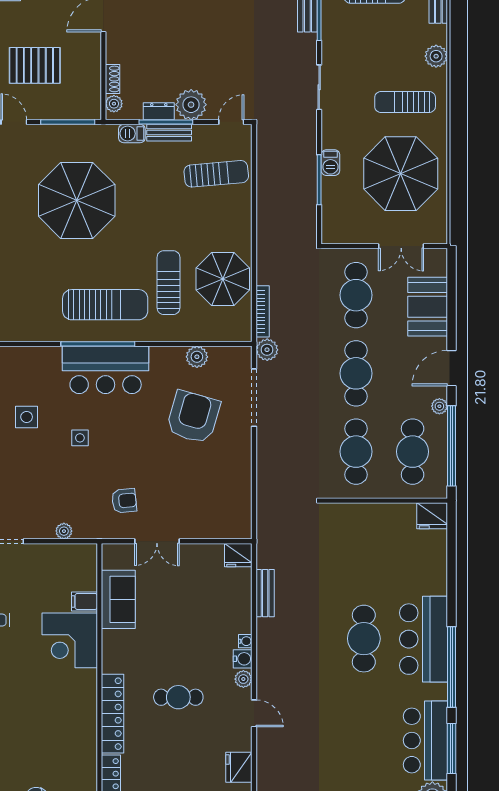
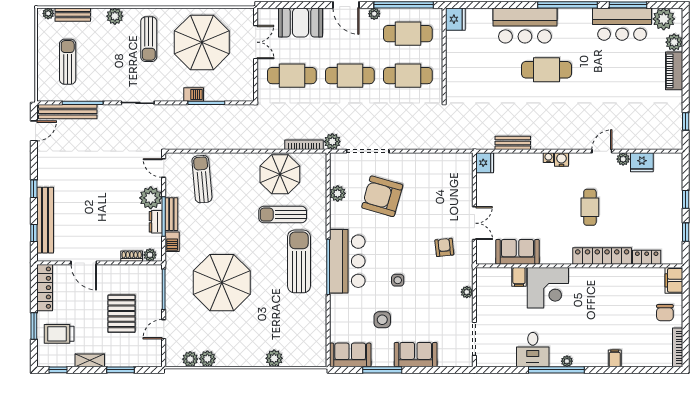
bar counter: (424, 639) -> (525, 25), moved
plant: (243, 679) -> (623, 159), moved

